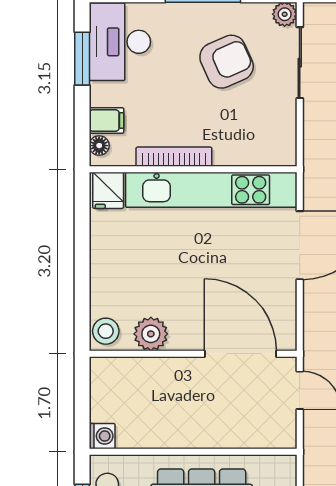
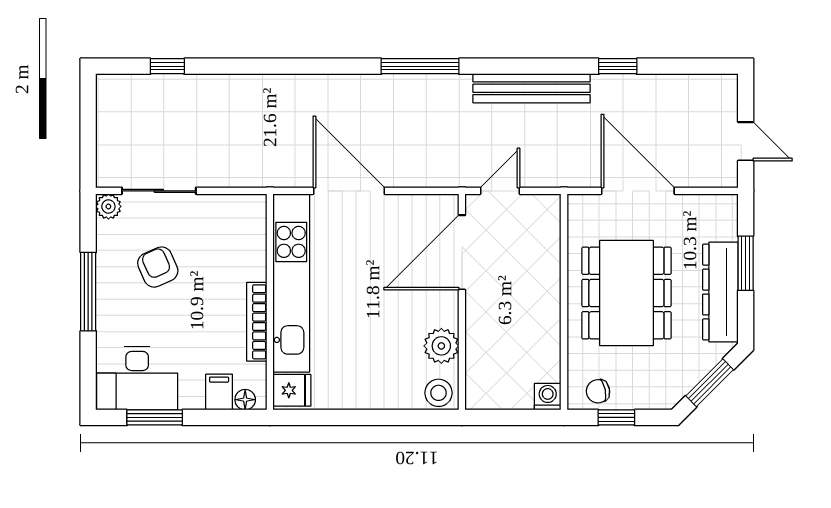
armchair: (227, 62) -> (158, 267), width x0.72, depth x0.72

